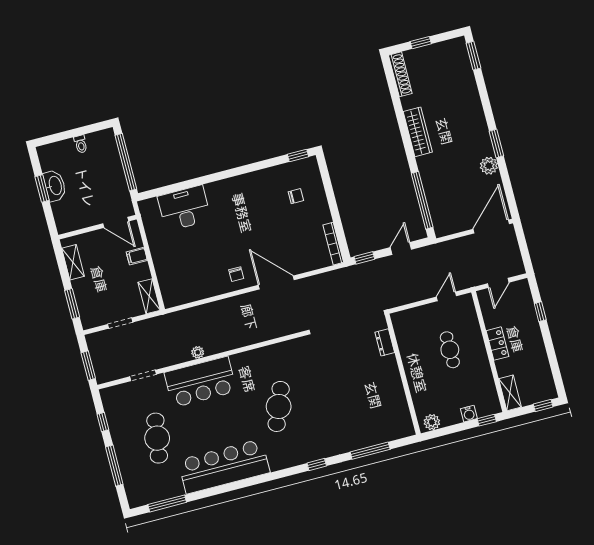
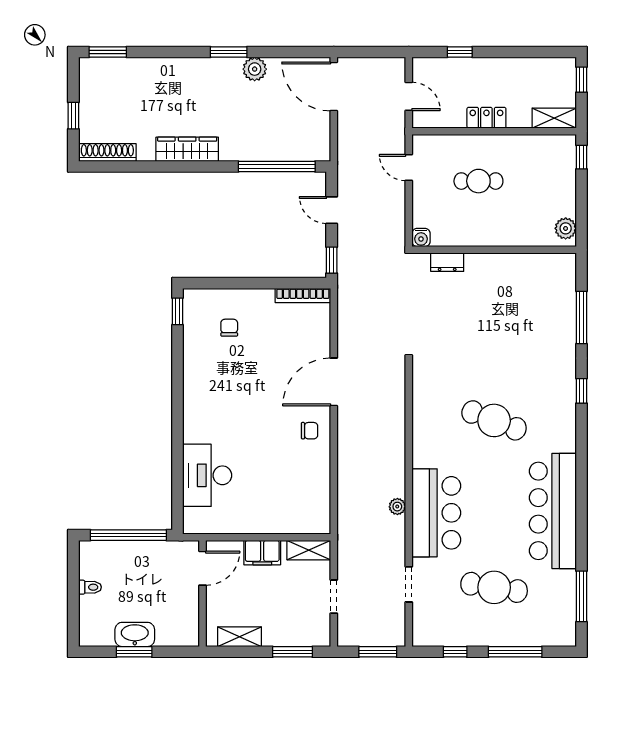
filing cabinet: (137, 256) -> (262, 553), width x2.00
water cooler: (469, 414) -> (421, 238), moved, turned 90

